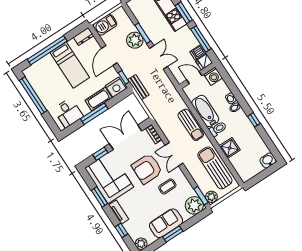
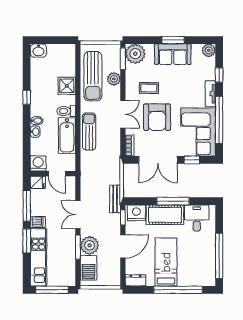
barbecue: (105, 25) -> (88, 268), moved, turned 90
dishwasher: (198, 52) -> (38, 222), moved
cot: (99, 99) -> (165, 215), width x1.37, depth x1.34
armchair: (147, 169) -> (157, 117), turned 90
window: (100, 197) -> (219, 120), width x2.11
plant: (211, 197) -> (114, 79), moved

